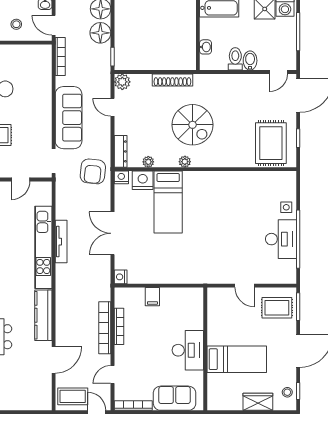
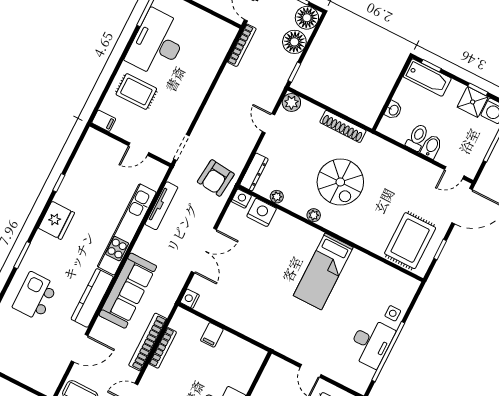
sofa: (69, 118) -> (128, 291), moved
bed: (168, 202) -> (323, 271), moved
double door: (112, 233) -> (204, 251), swing flipped
tv unit: (61, 242) -> (161, 206), moved

